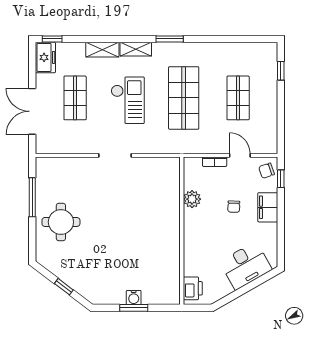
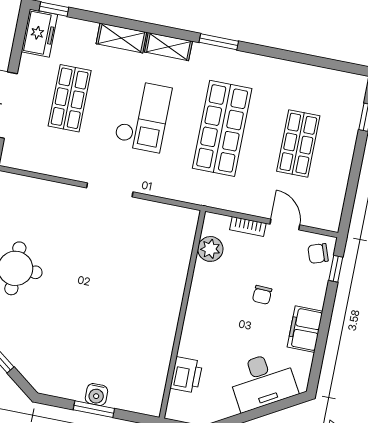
plant: (192, 199) -> (210, 249), moved
filing cabinet: (268, 207) -> (305, 329), moved
printer: (193, 288) -> (186, 375), moved

